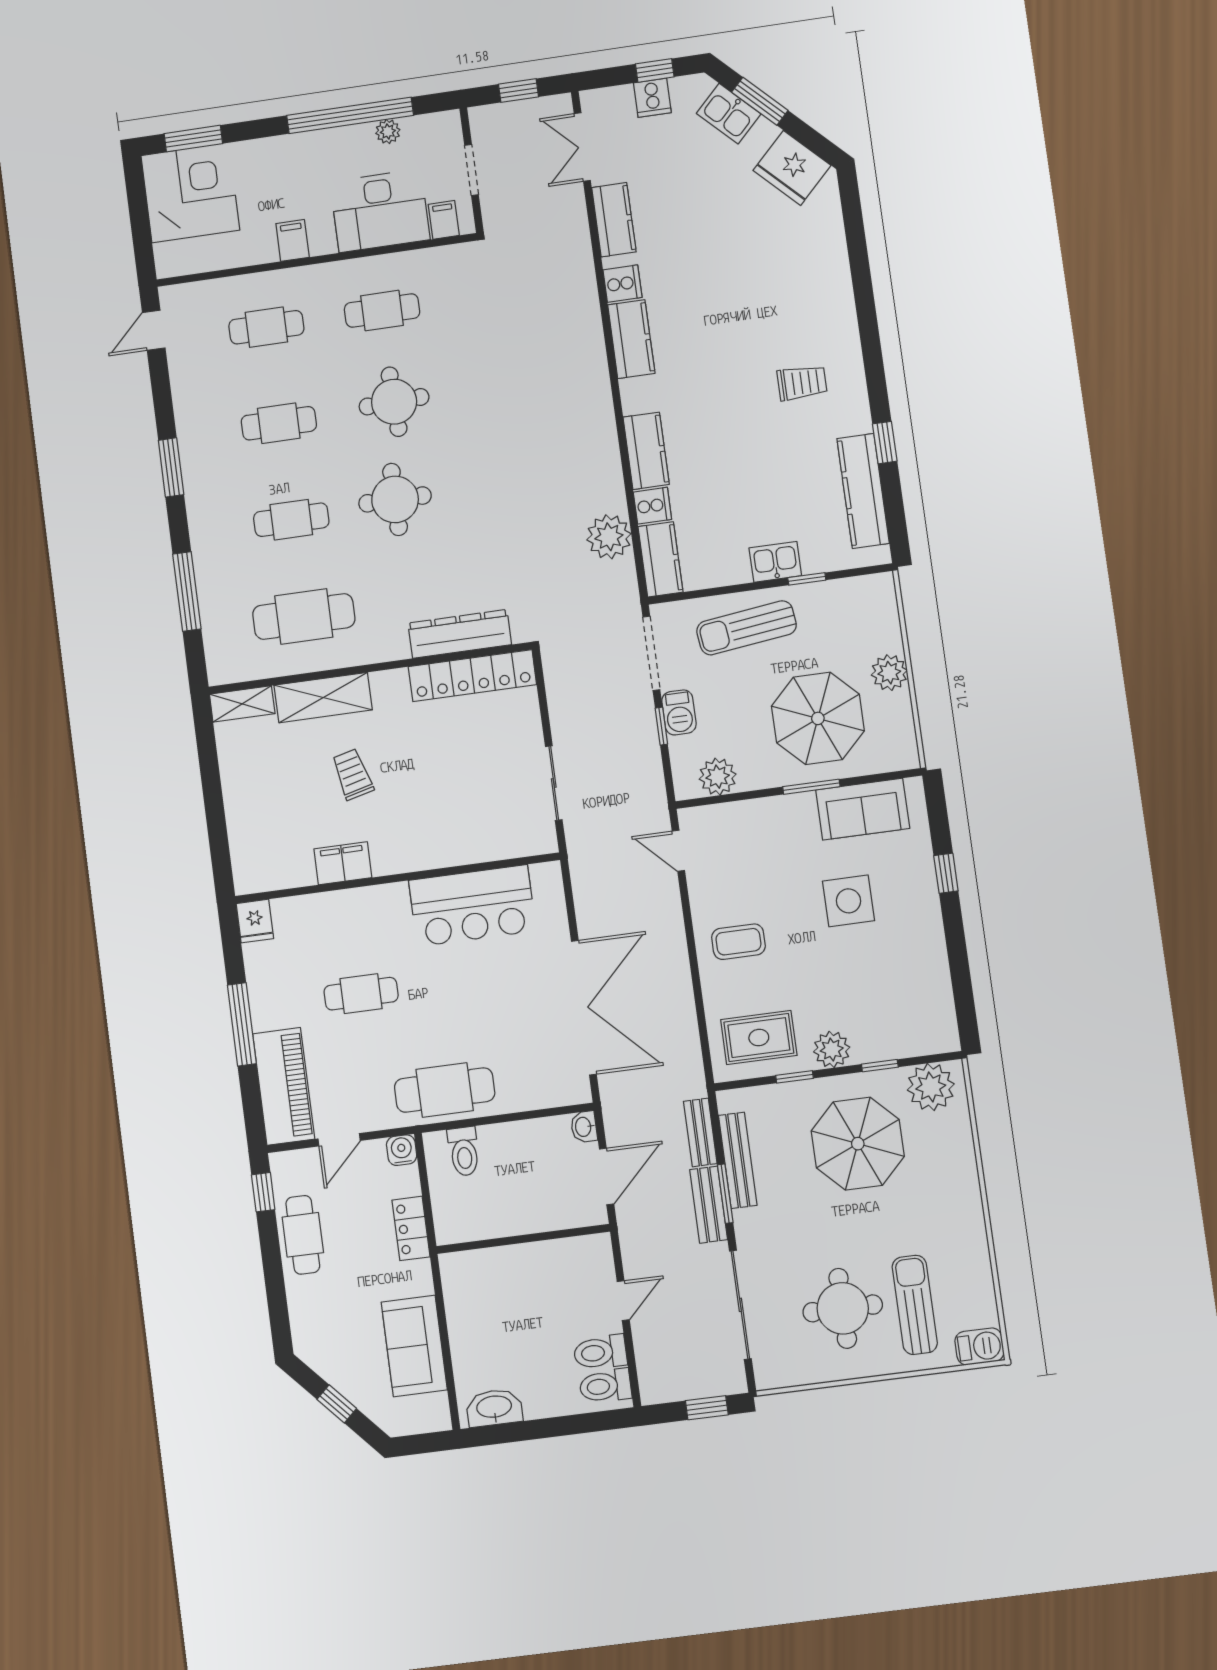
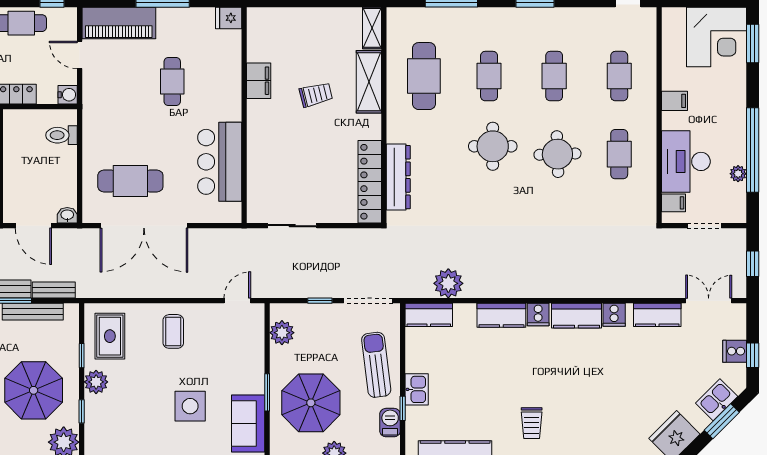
cooker: (652, 506) -> (538, 314), moved
barbecue: (679, 712) -> (390, 423), moved, turned 90
cafe table: (445, 1090) -> (130, 181), moved, turned 90

